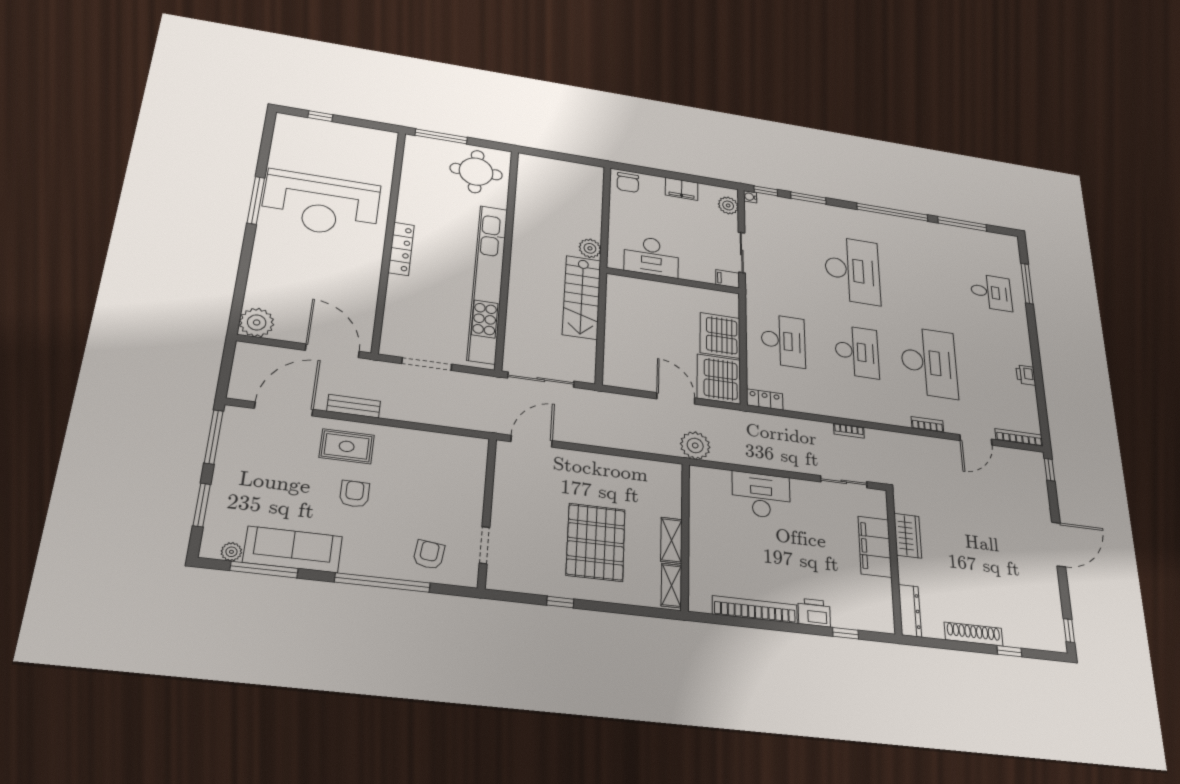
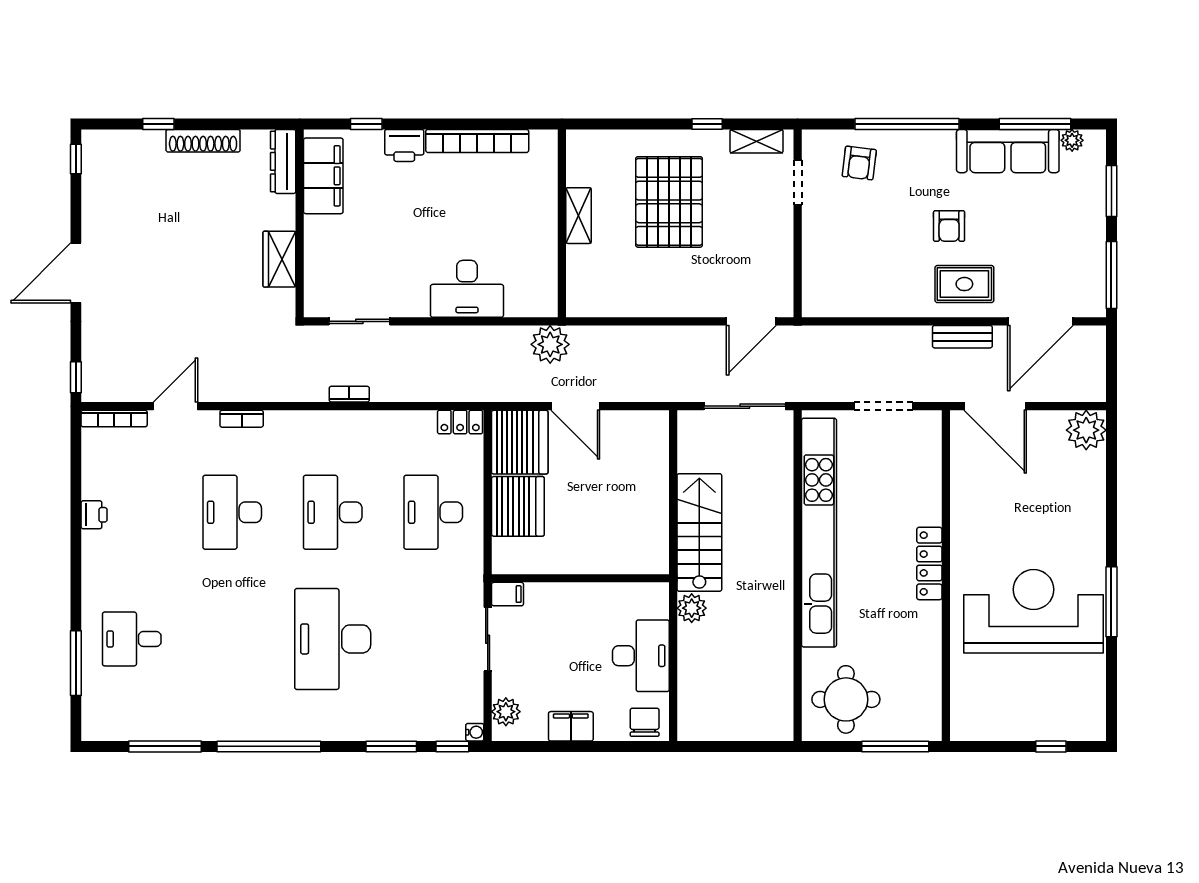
desk: (651, 256) -> (641, 656), moved, turned 90
desk: (929, 362) -> (232, 512), width x0.73, depth x0.77
filing cabinet: (875, 547) -> (323, 176), moved
shelving: (672, 586) -> (756, 141), moved, turned 90

